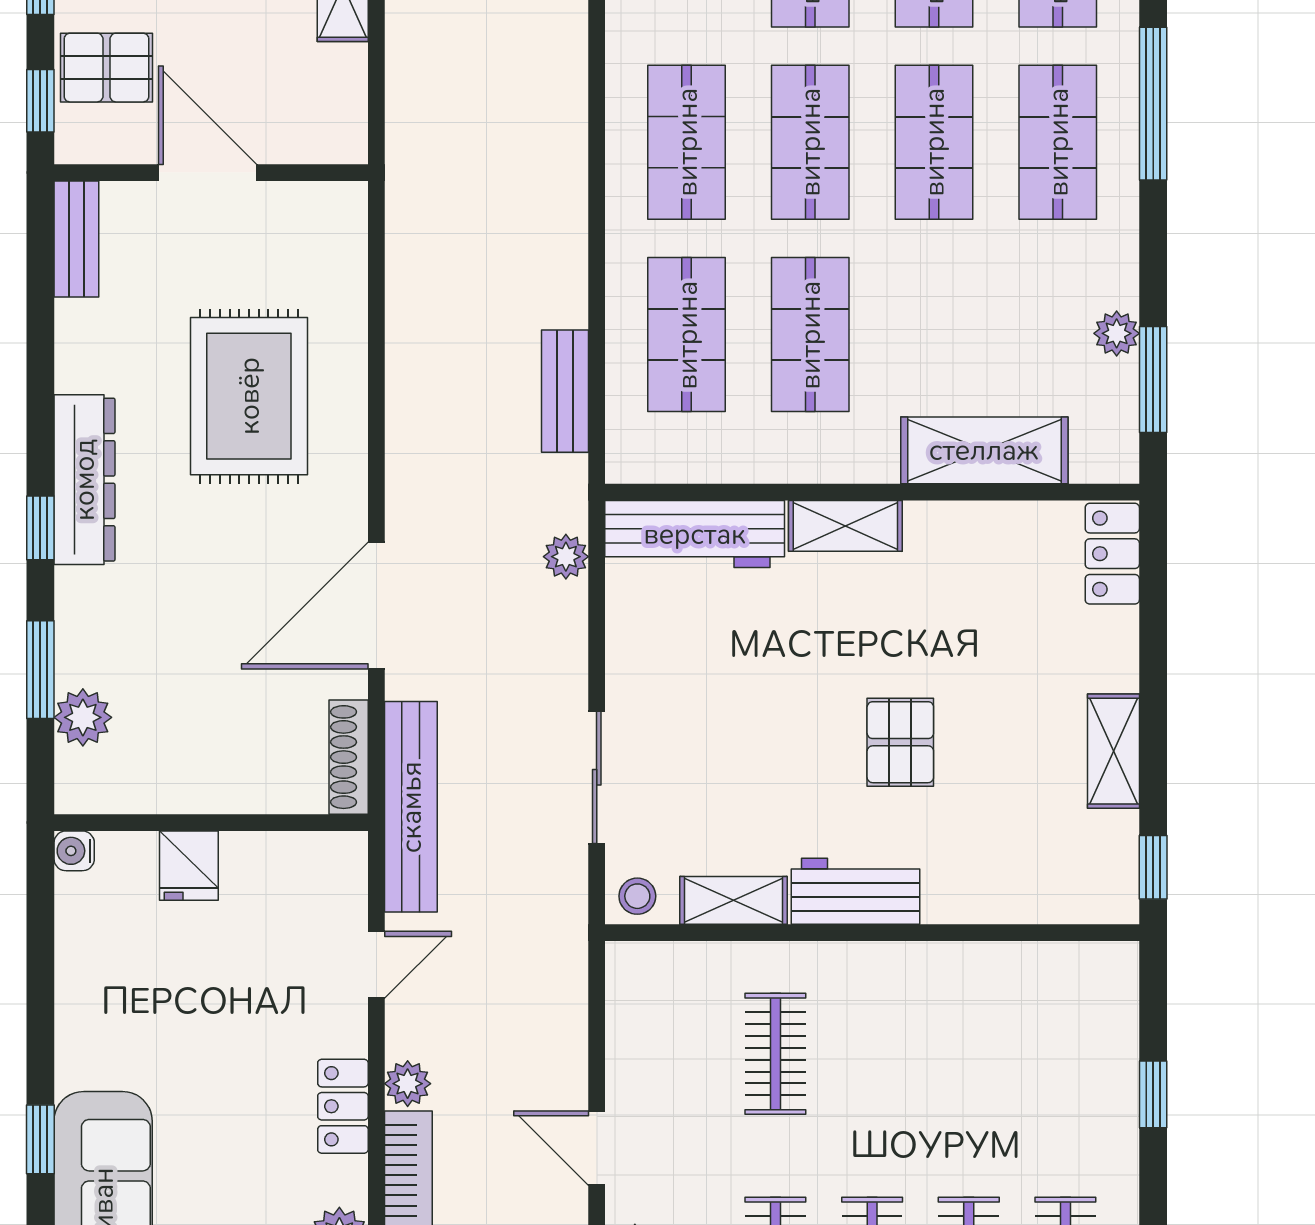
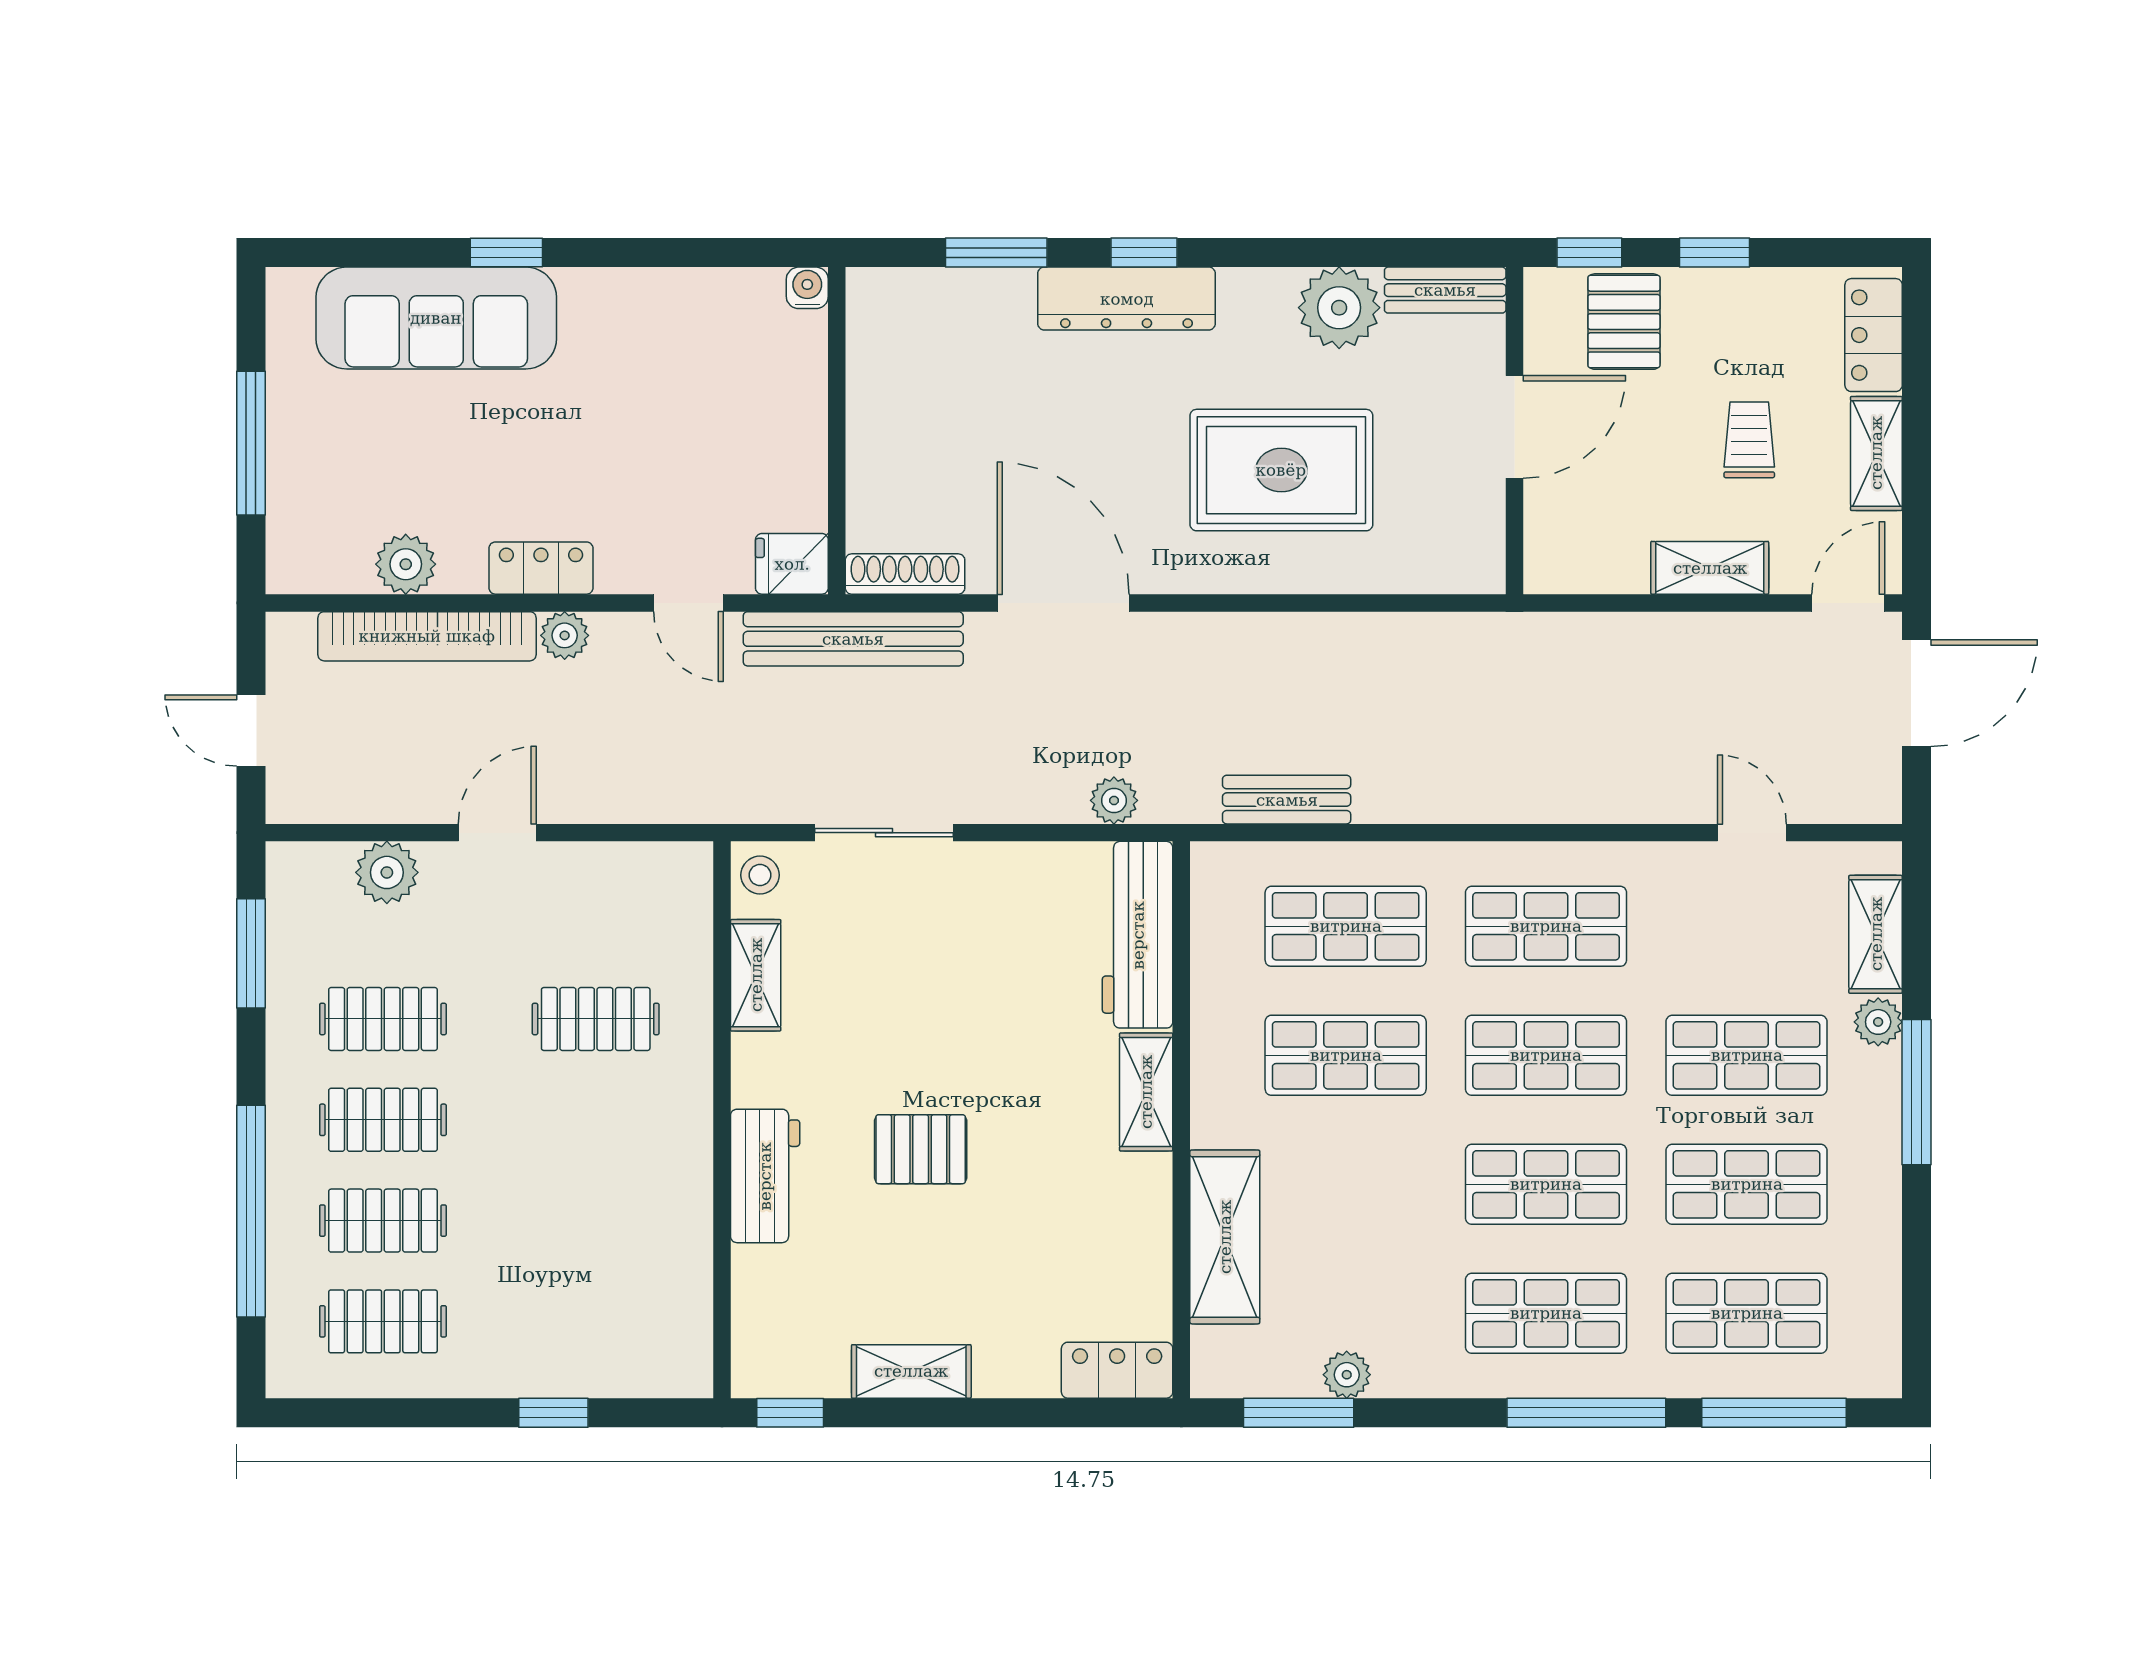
dresser: (84, 480) -> (1127, 299), moved
plant: (83, 717) -> (1339, 308), moved, width x1.36, depth x1.36
fridge: (189, 866) -> (792, 564), moved
workbench: (856, 891) -> (765, 1176), moved

